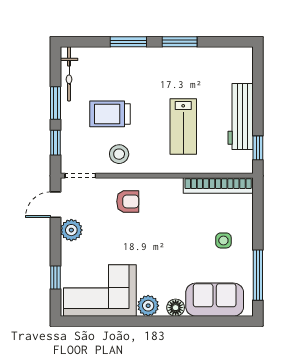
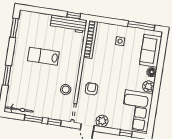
window: (180, 42) -> (14, 28), moved
trolley: (110, 114) -> (44, 91), removed
workbench: (241, 117) -> (68, 24), moved
lab bench: (183, 126) -> (43, 56), moved, turned 180

